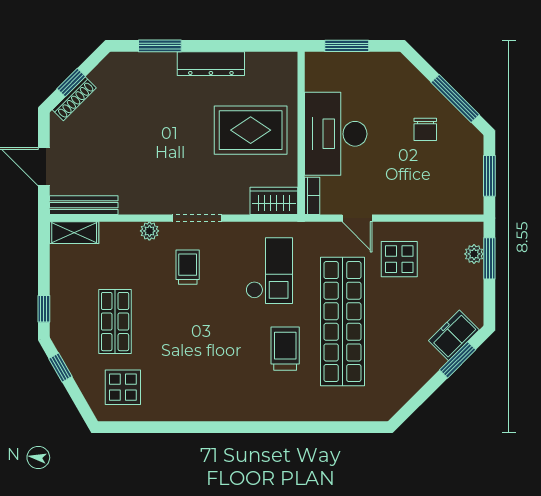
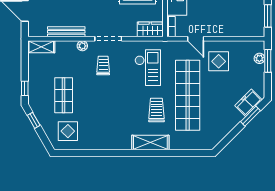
bench: (84, 205) -> (66, 32), moved
shelving: (274, 408) -> (150, 142), added

